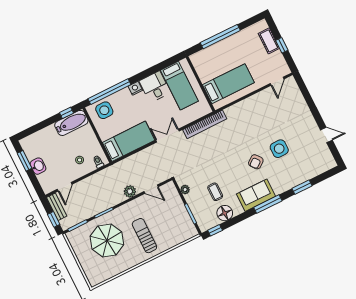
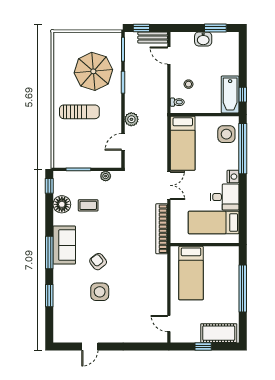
cot: (269, 41) -> (219, 333), width x1.37, depth x1.34

